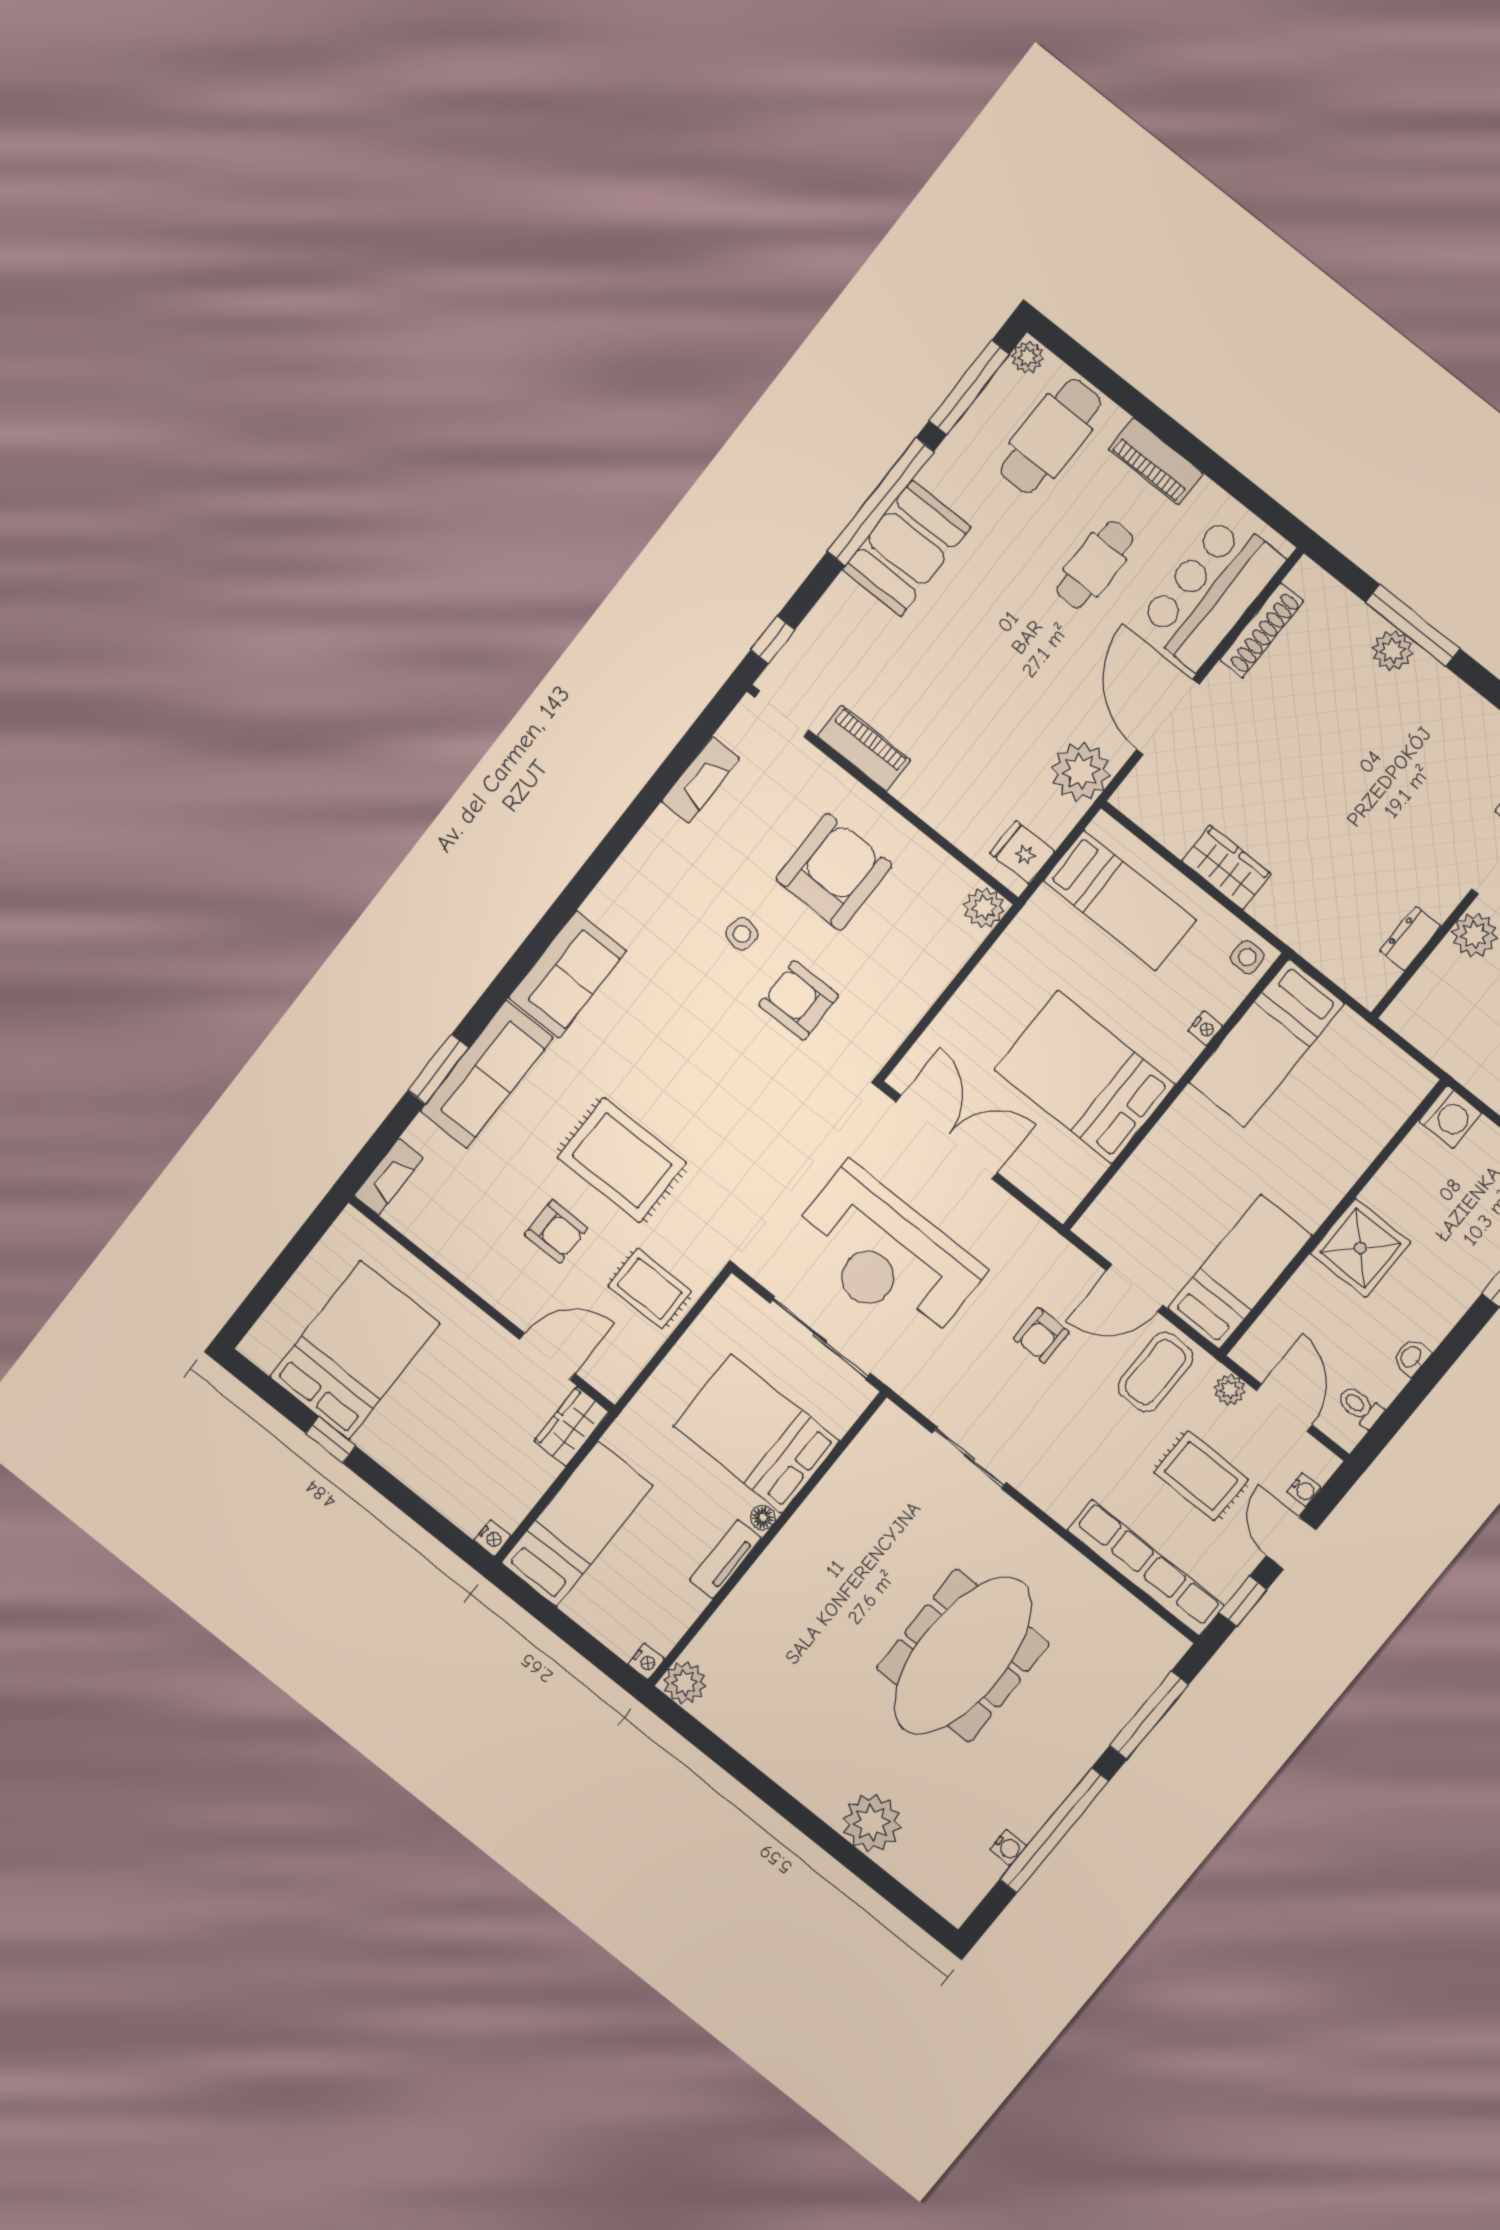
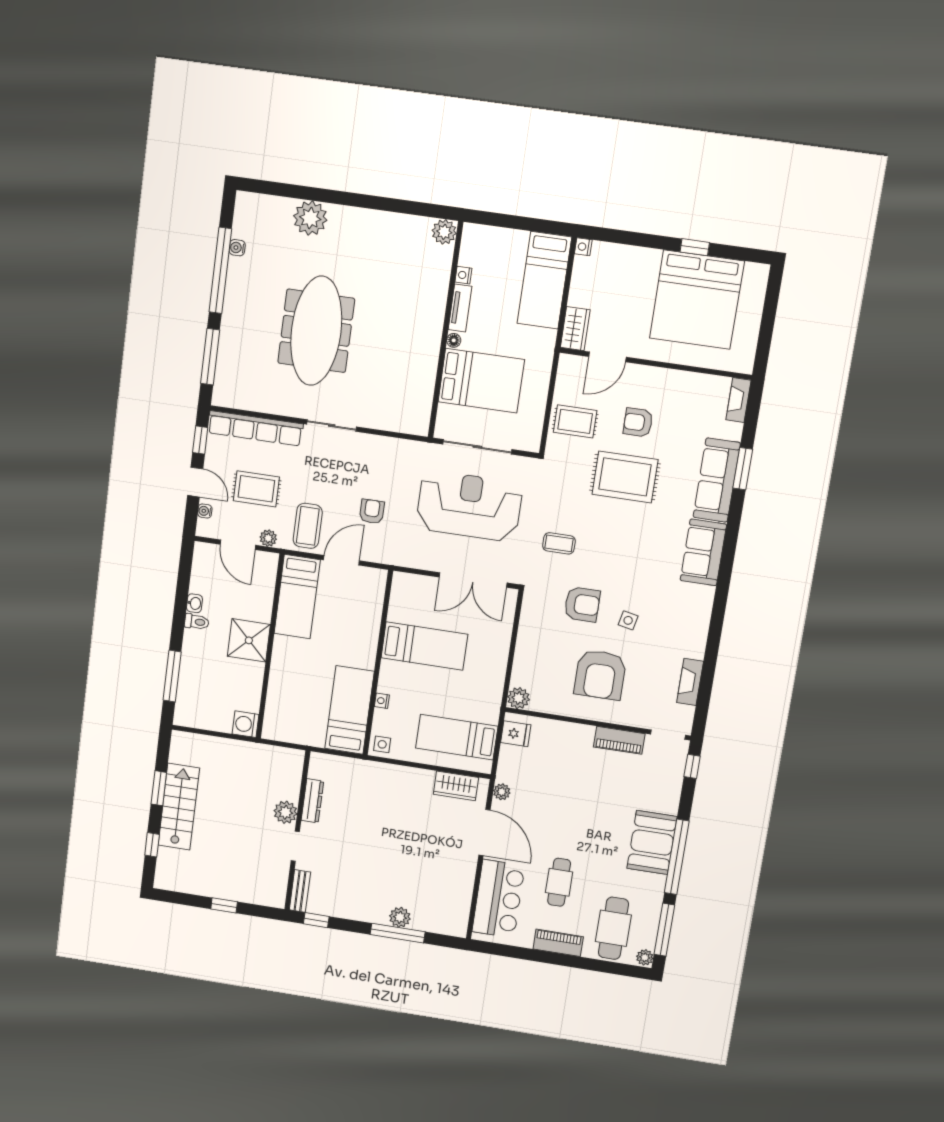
shoe rack: (1262, 631) -> (465, 894), removed
plant: (1081, 772) -> (502, 792), width x0.53, depth x0.53
wardrobe: (1226, 867) -> (456, 786), moved
dresser: (1410, 939) -> (312, 801), width x1.44
bed: (1085, 1077) -> (424, 646), width x0.67
coffee table: (780, 1117) -> (559, 543), added
bed: (355, 1350) -> (697, 300), width x1.36
toilet: (1360, 1407) -> (197, 622), moved
sliding door: (969, 1458) -> (332, 425), moved
nightstand: (646, 1662) -> (463, 275), moved

